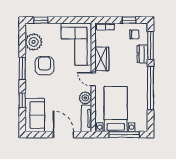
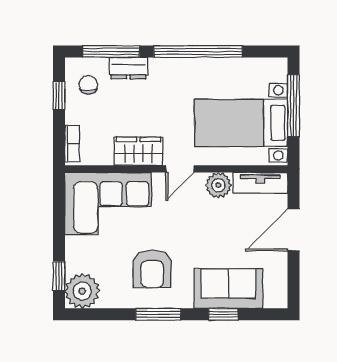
plant: (34, 42) -> (82, 291), moved
armchair: (44, 66) -> (152, 269), turned -90
sofa: (35, 115) -> (228, 289), moved

